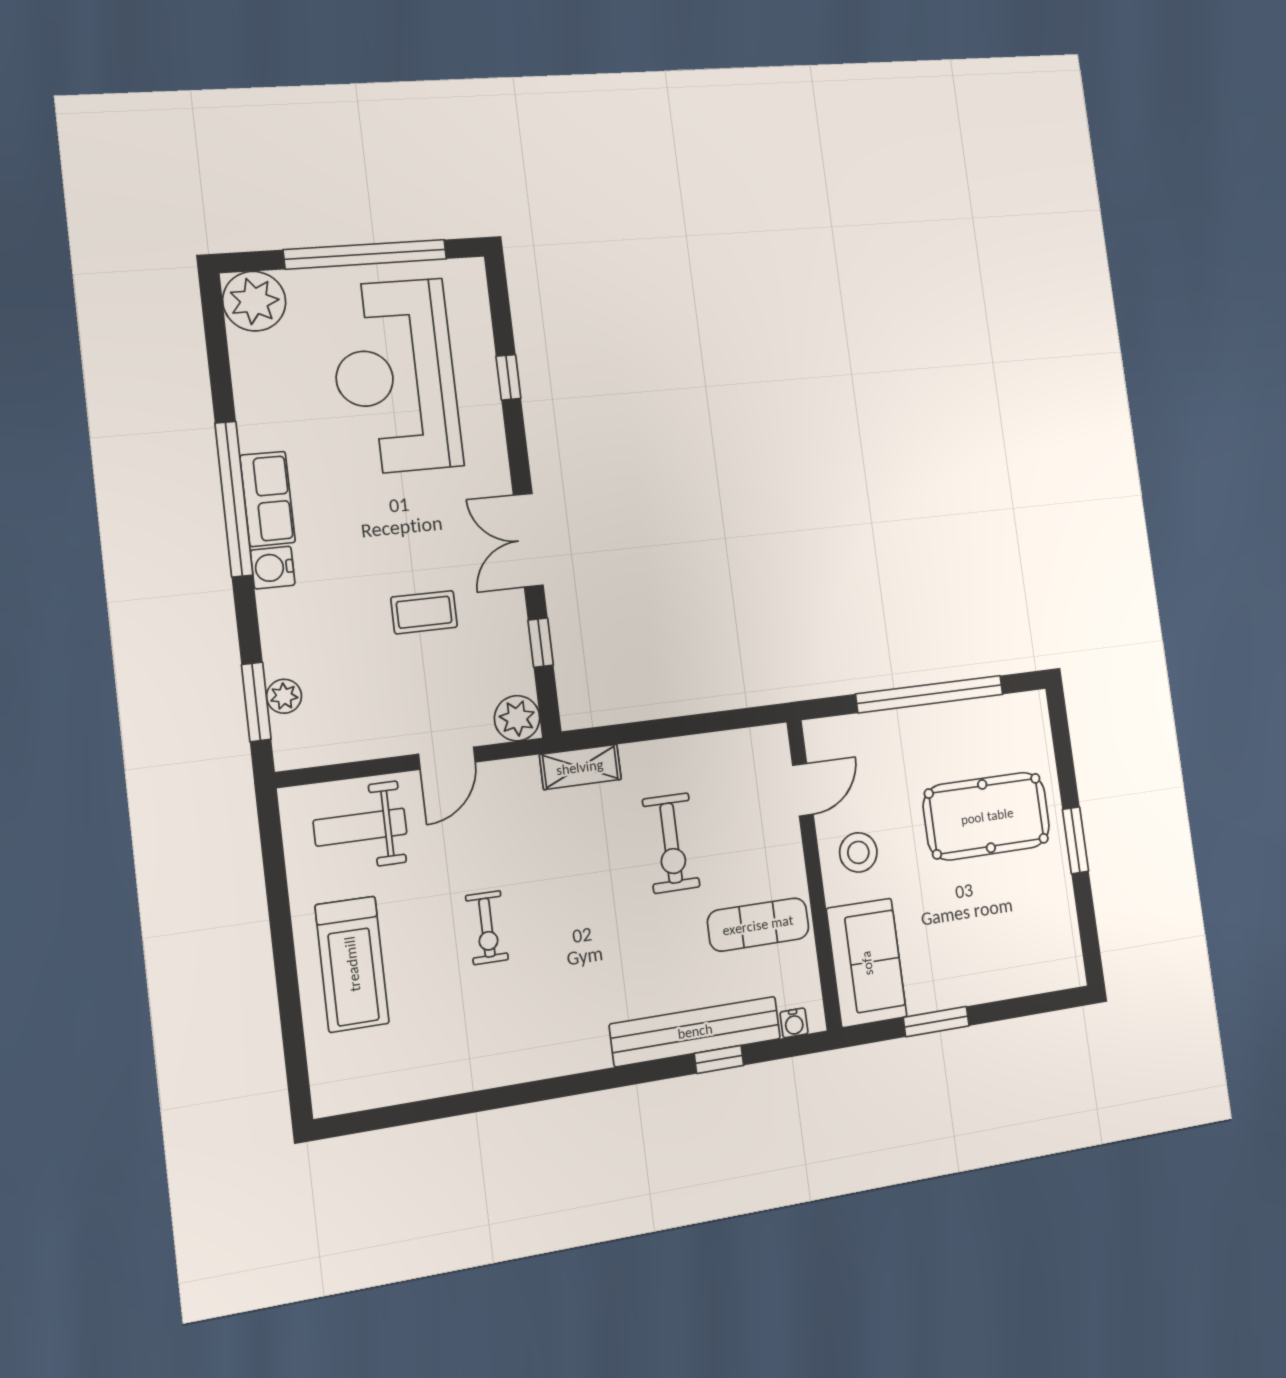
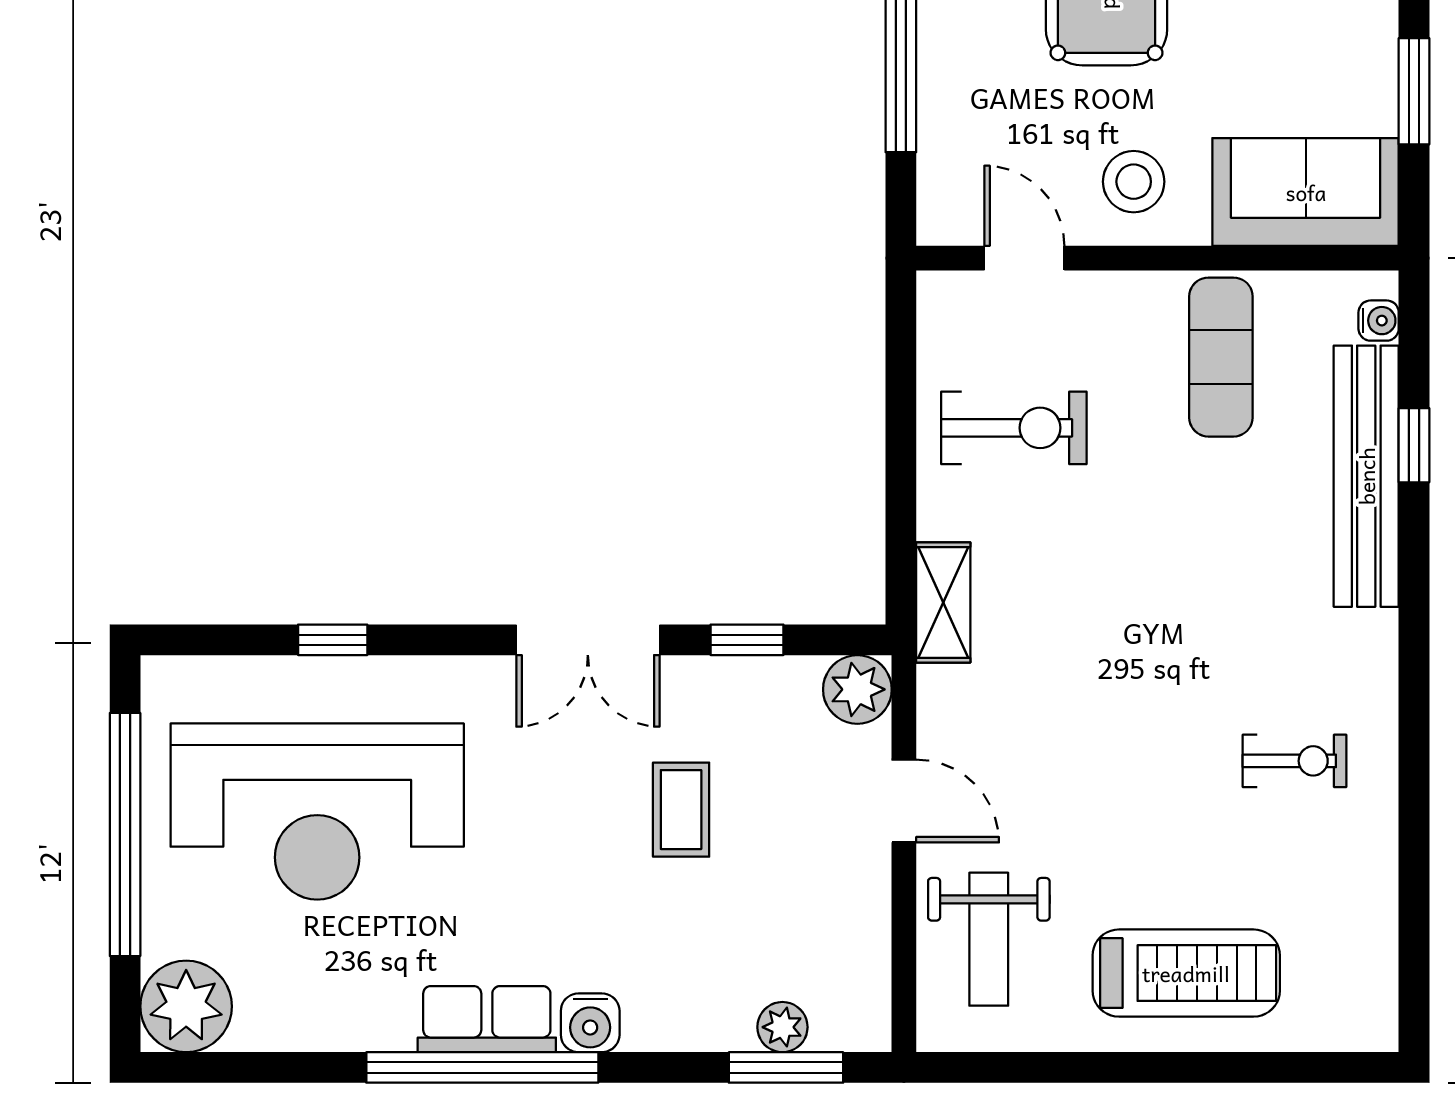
exercise bike: (671, 843) -> (1014, 428), moved
exercise bike: (487, 928) -> (1295, 761), moved

